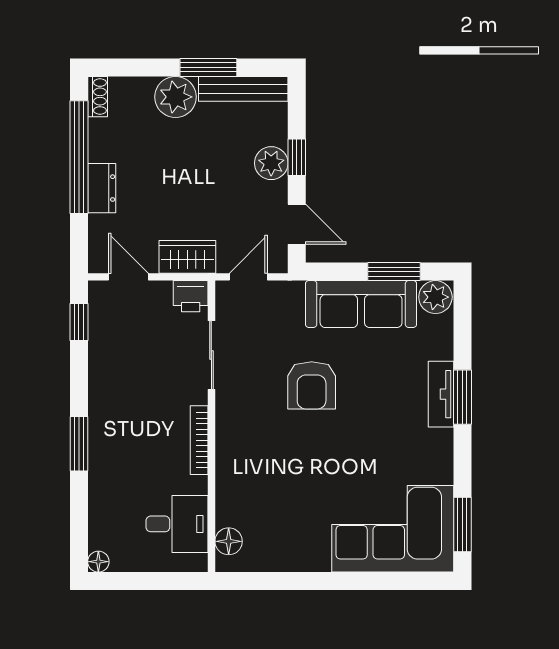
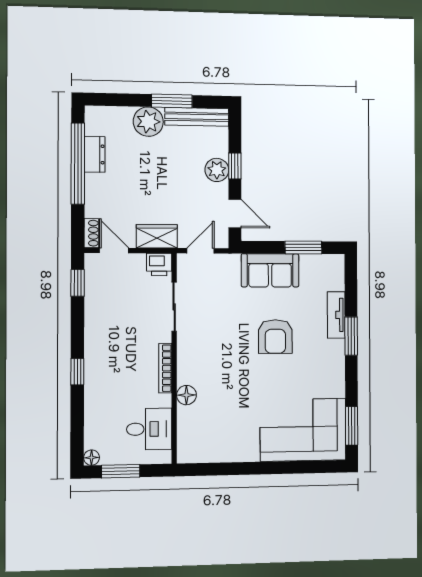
shoe rack: (98, 97) -> (91, 233), moved
dresser: (102, 188) -> (95, 154), moved
plant: (435, 297) -> (332, 266), removed
sofa: (361, 304) -> (270, 270), width x0.73
armchair: (312, 385) -> (275, 336), moved
tv unit: (441, 394) -> (336, 315), moved
window: (79, 444) -> (77, 372), width x0.67
floor lamp: (229, 541) -> (186, 395), moved
window: (138, 581) -> (121, 471), added

